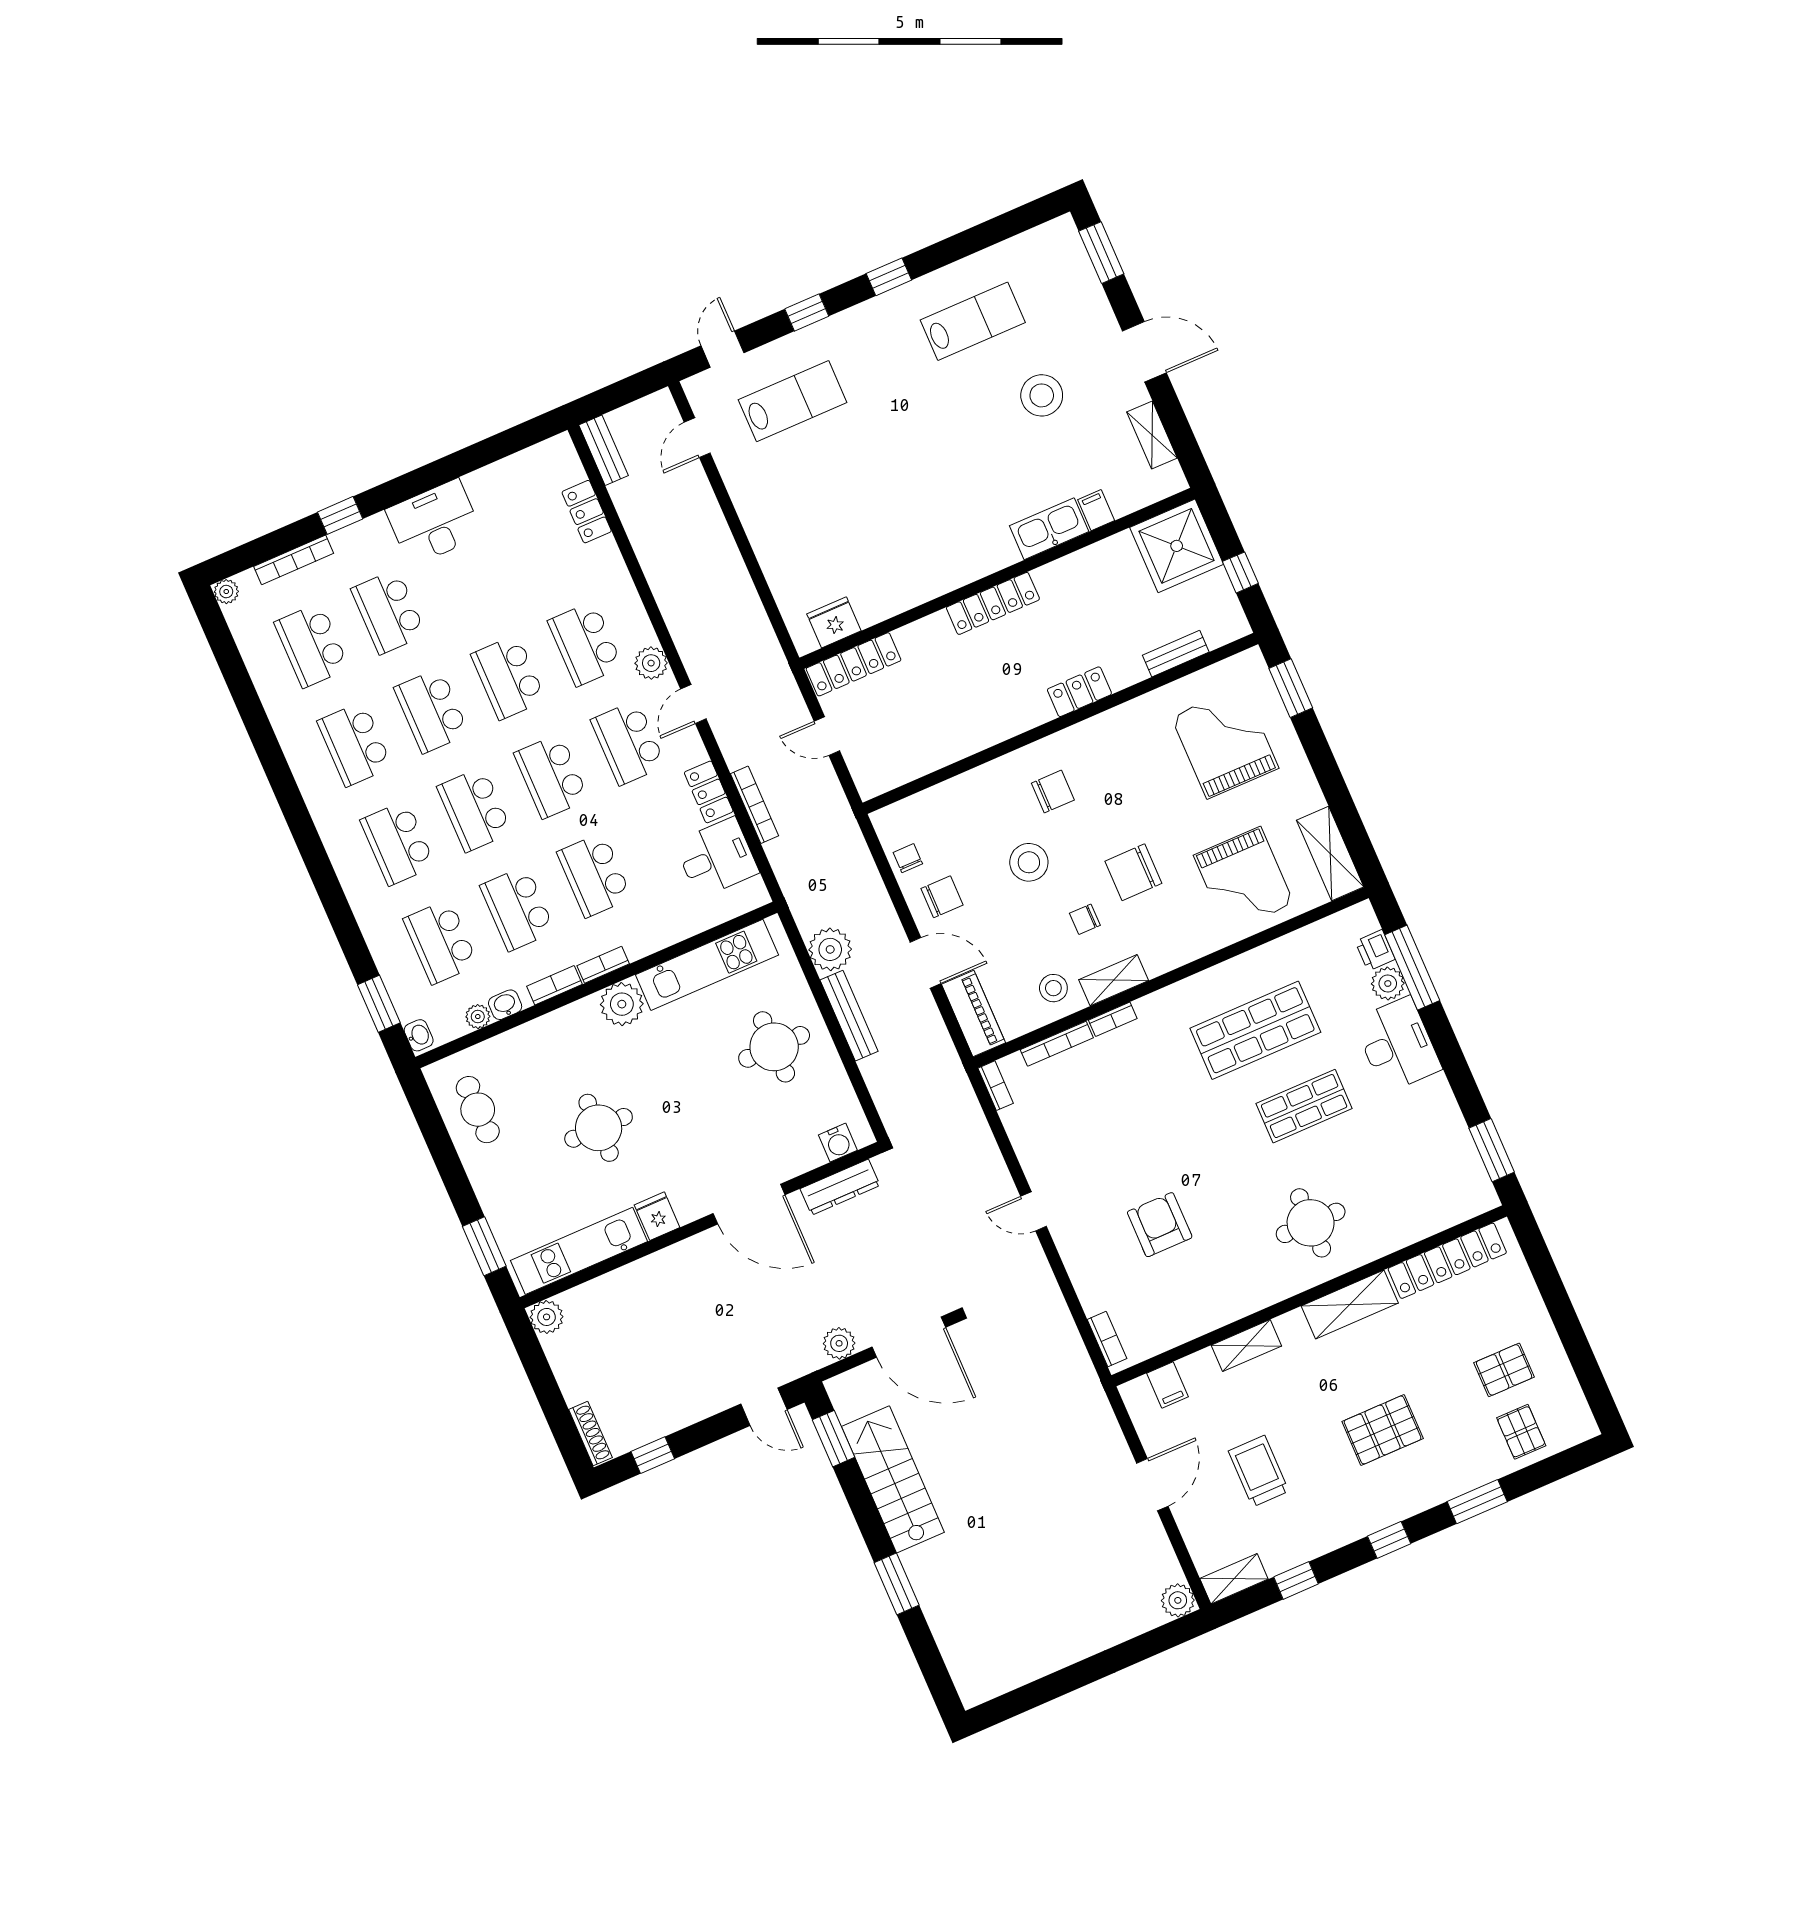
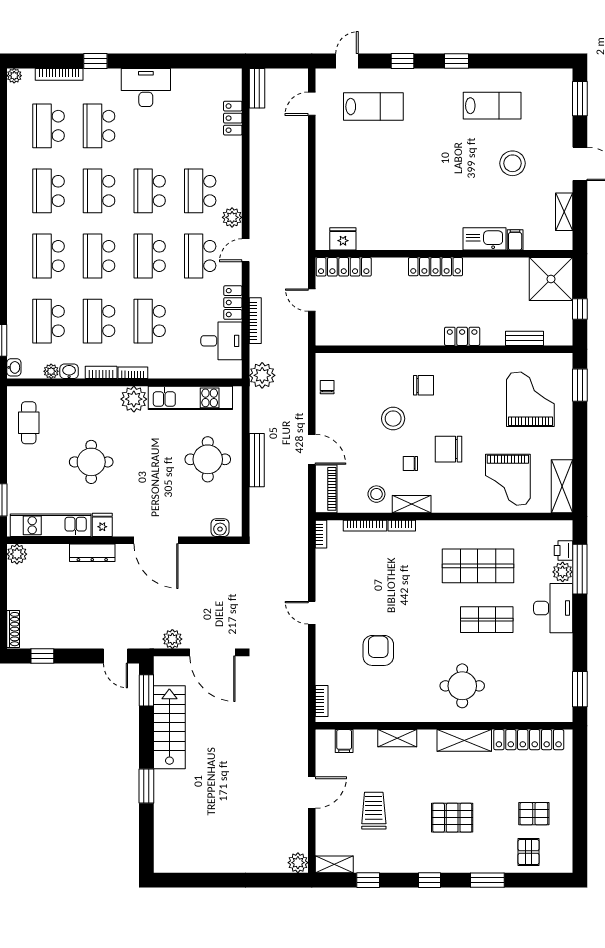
chair: (942, 897) -> (337, 417), removed
plant: (830, 949) -> (262, 375), moved
dresser: (840, 1187) -> (92, 553), moved

